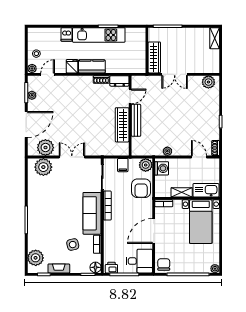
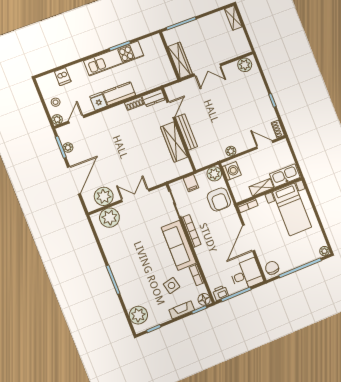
dishwasher: (66, 34) -> (63, 77), moved
fireplace: (59, 268) -> (182, 310), moved

